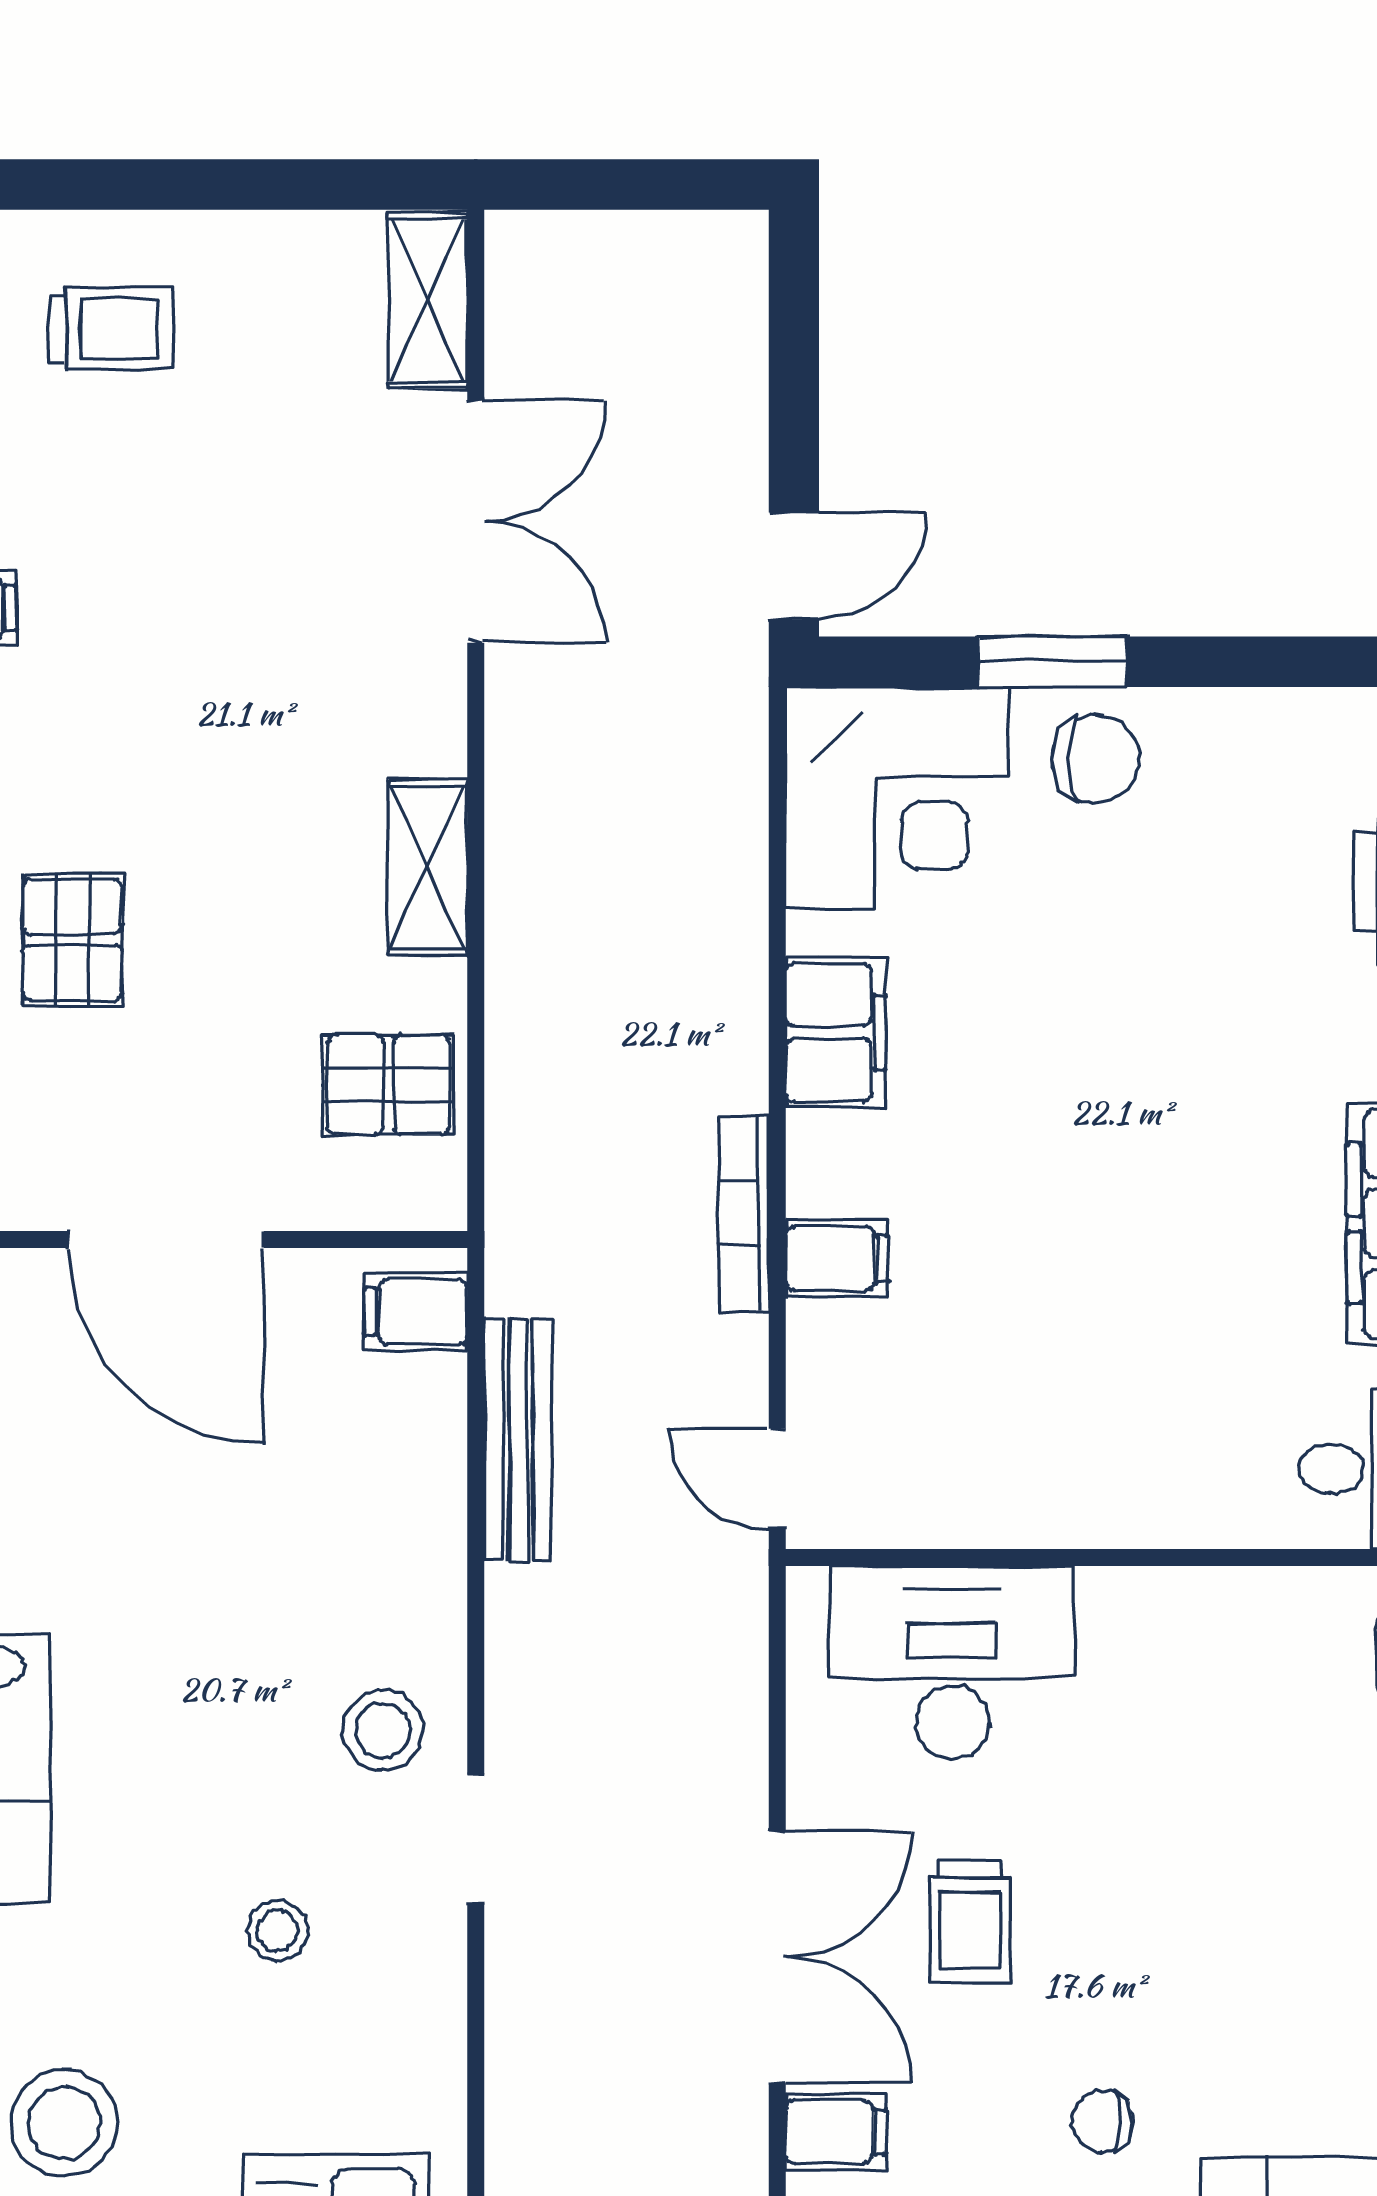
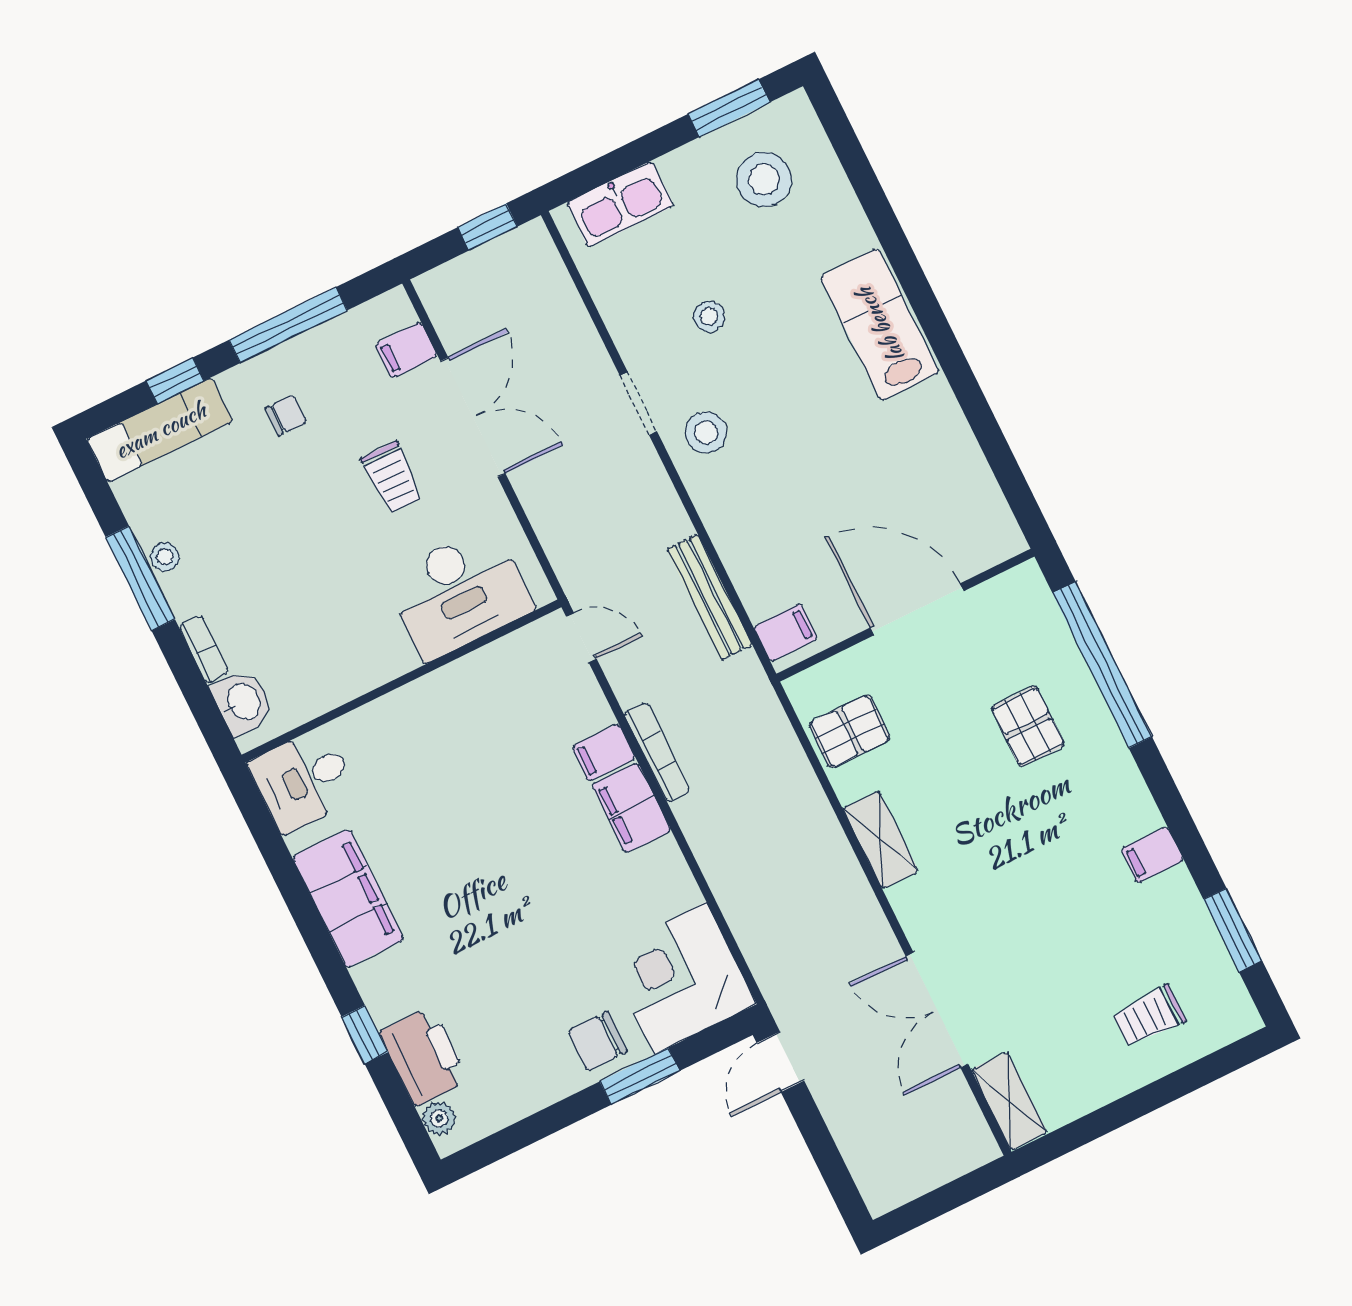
filing cabinet: (836, 1032) -> (632, 808), moved
trolley: (970, 1921) -> (392, 478), turned 180
double door: (777, 1957) -> (473, 417), swing flipped

